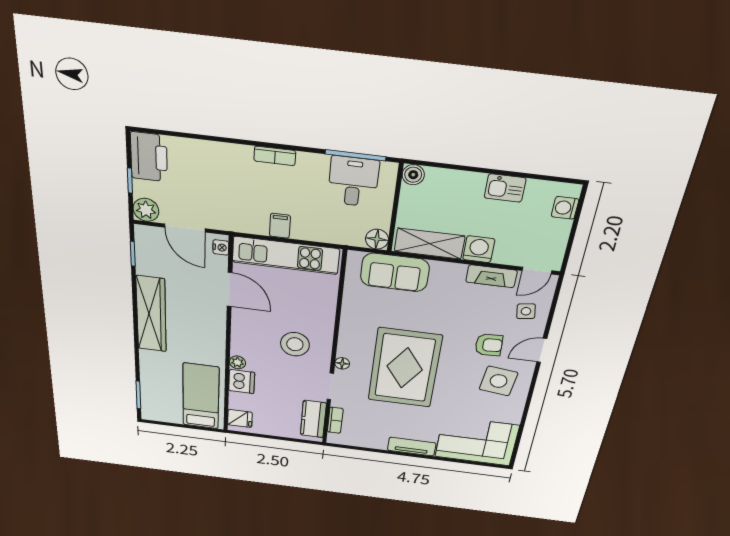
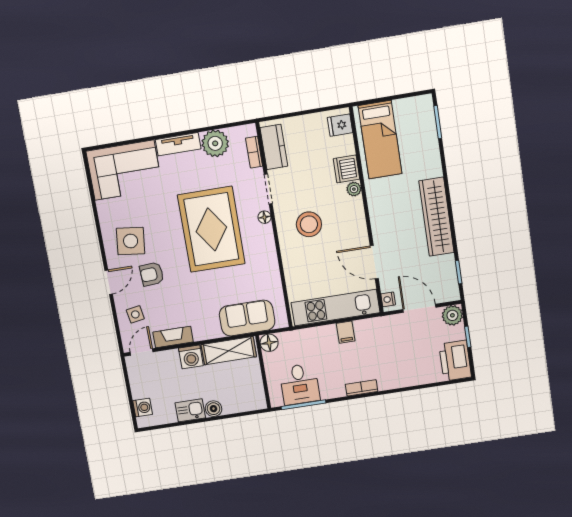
boiler: (413, 175) -> (214, 409), moved
plant: (373, 437) -> (215, 143), added

